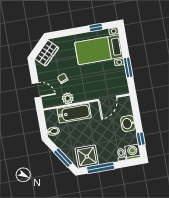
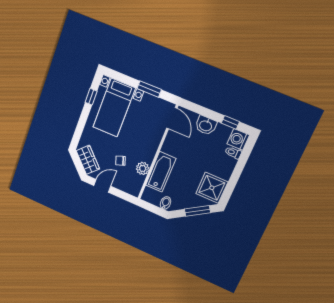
door: (36, 90) -> (102, 186), moved
door: (107, 98) -> (172, 118), moved
window: (101, 168) -> (233, 182), removed

